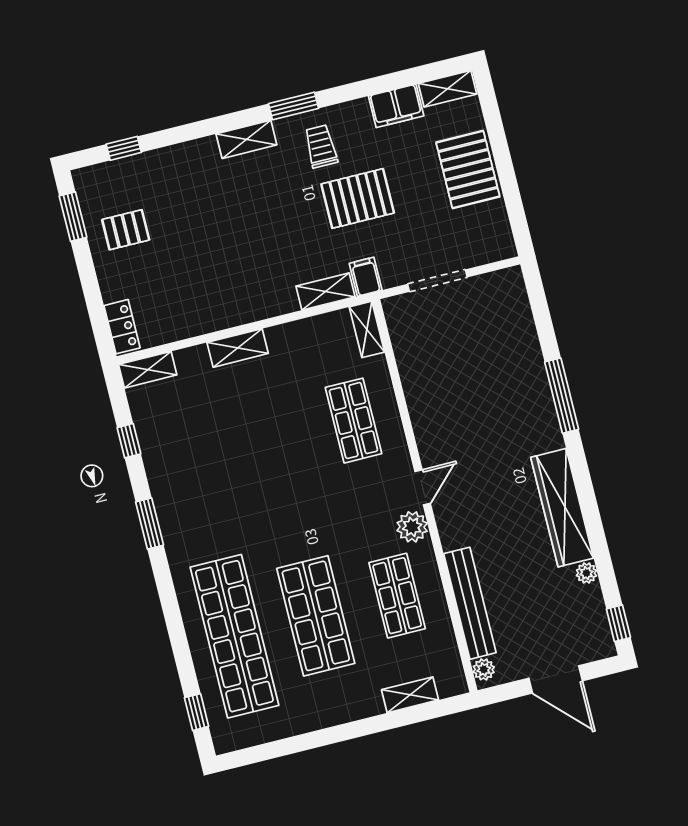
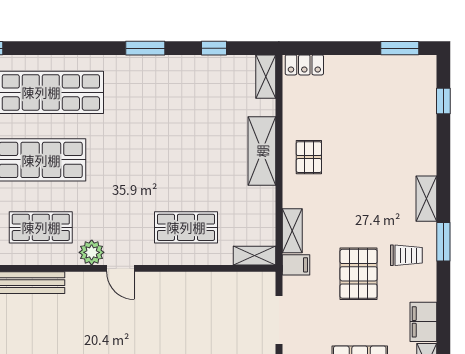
pallet: (126, 230) -> (309, 157), moved
shelving: (238, 348) -> (262, 151), width x1.50, depth x1.33

